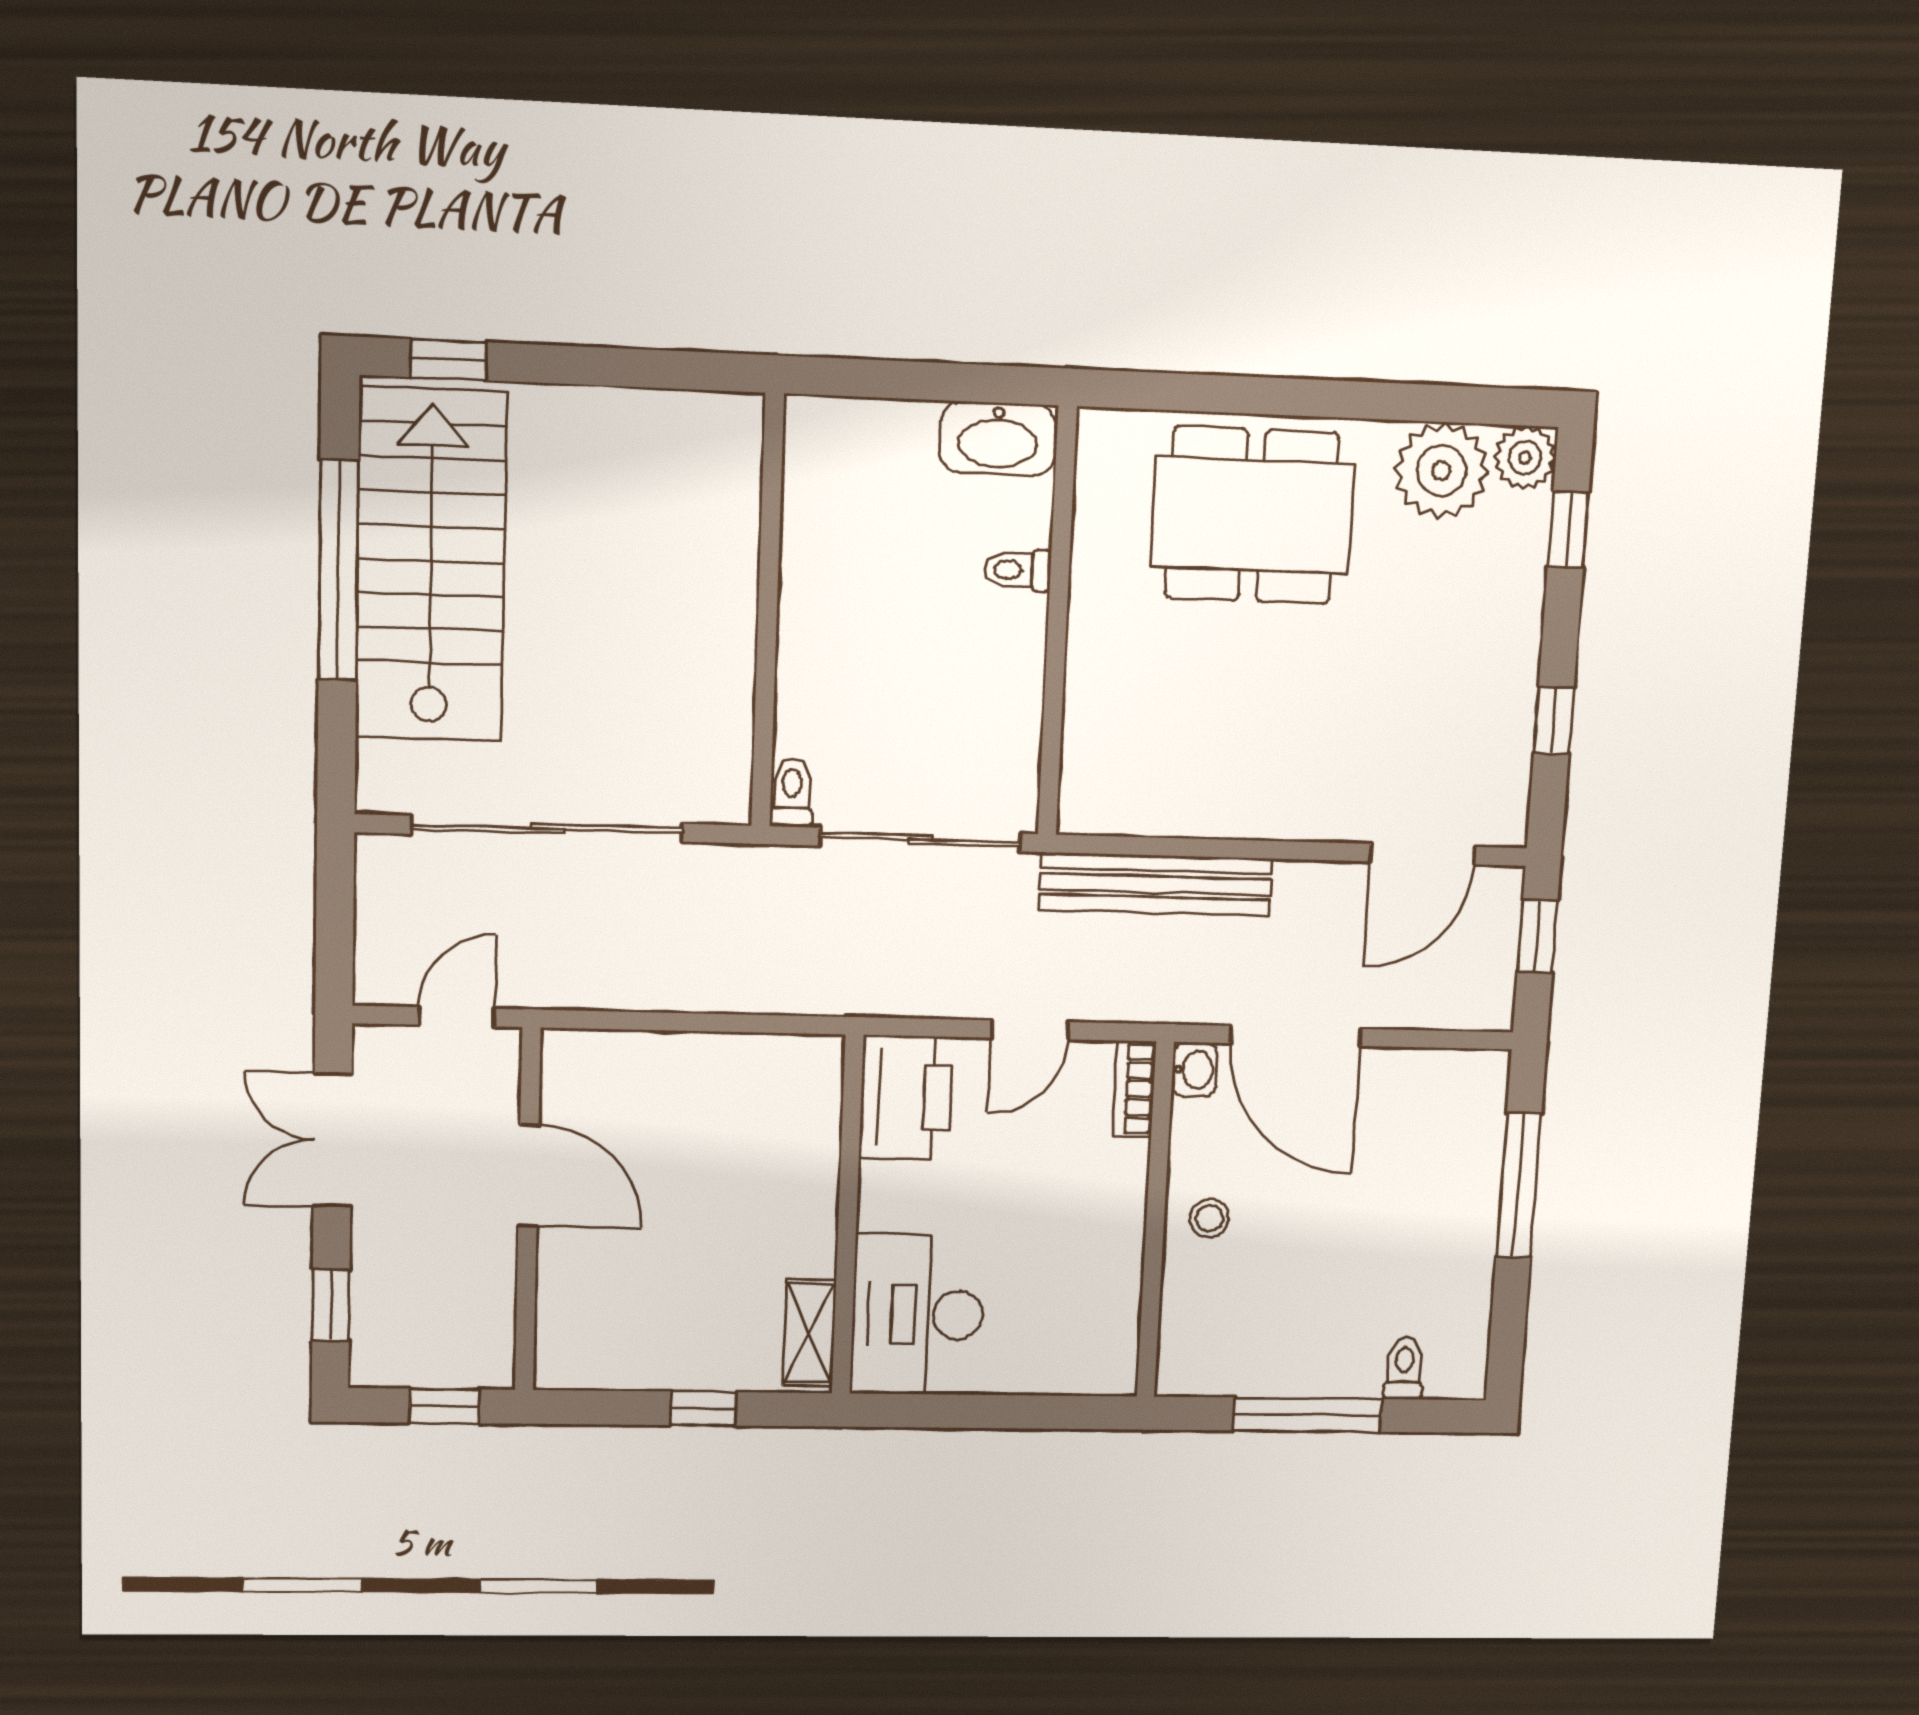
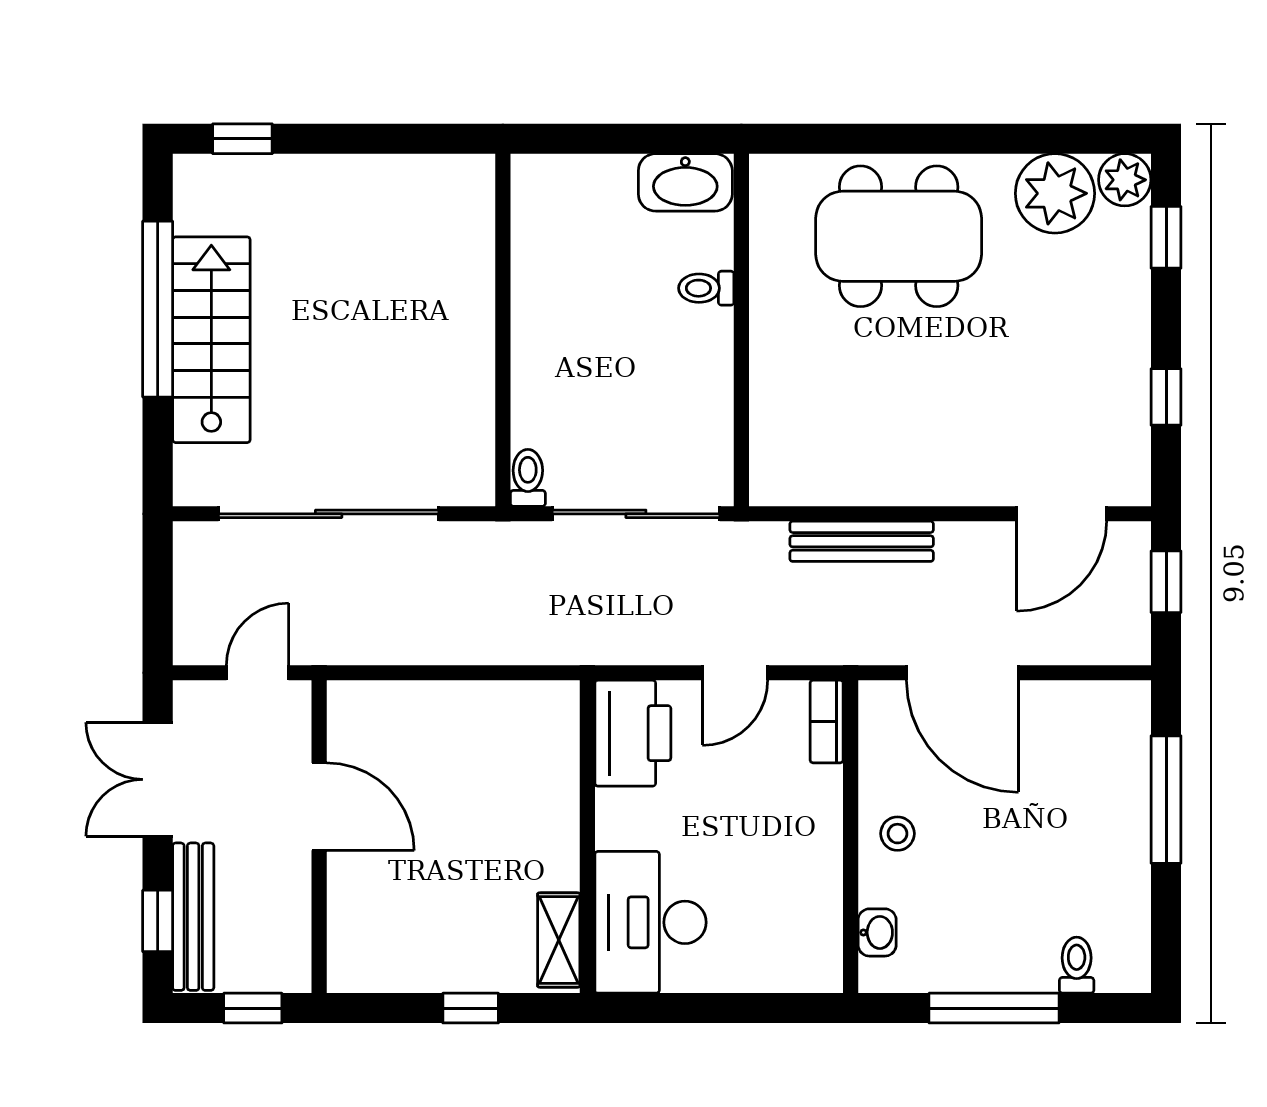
stairs: (431, 565) -> (211, 340), width x0.73, depth x0.66
bench: (1156, 884) -> (862, 541), width x0.73, depth x0.82
washbasin: (1195, 1069) -> (877, 932), moved
bench: (374, 1301) -> (193, 917), added

